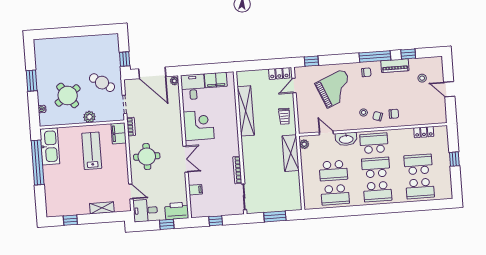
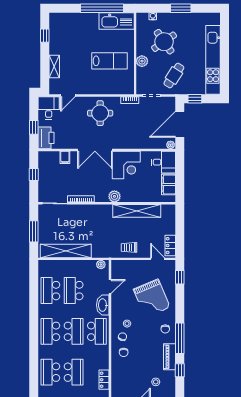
kitchen unit: (83, 43) -> (213, 60), added
filing cabinet: (119, 133) -> (124, 88), removed
plant: (232, 135) -> (114, 196), added
shelving: (291, 153) -> (66, 251), moved, width x1.47
double door: (185, 159) -> (95, 150), width x1.37

